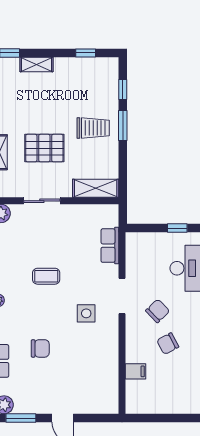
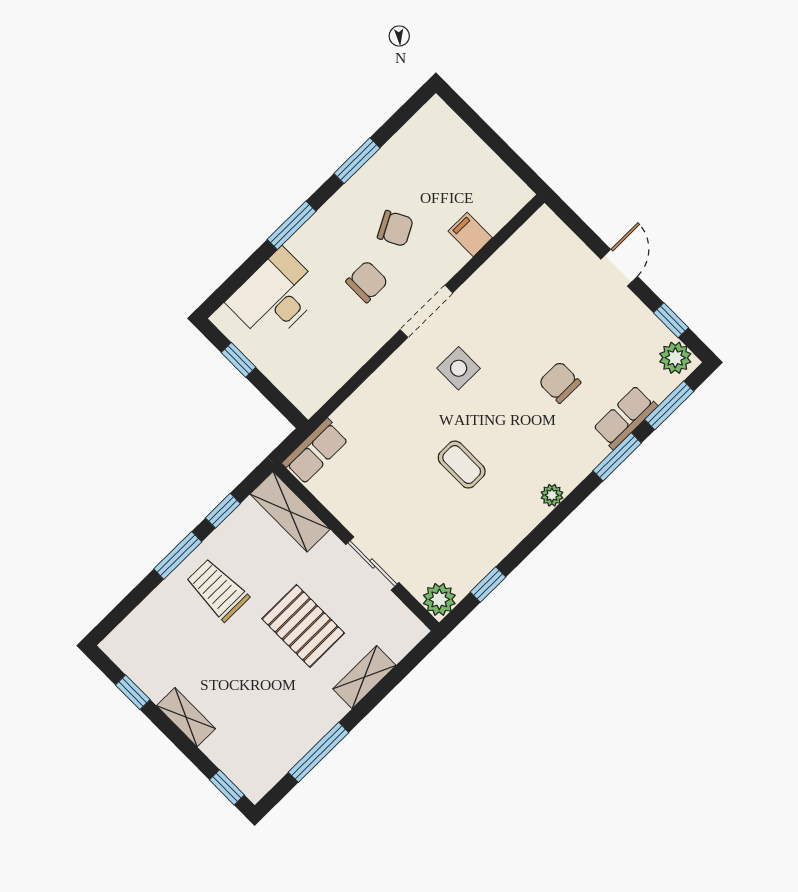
shelving: (36, 64) -> (186, 717), moved
window: (123, 90) -> (223, 511), moved
row of seats: (110, 246) -> (315, 451), moved
doorway: (122, 296) -> (426, 311), moved
chair: (158, 311) -> (367, 282), turned 134
window: (21, 418) -> (671, 320), width x0.67

